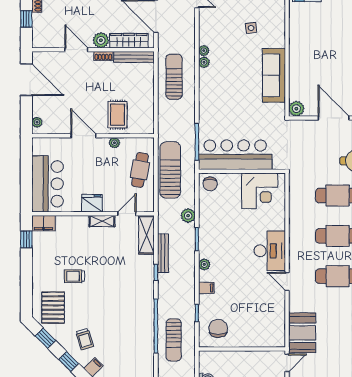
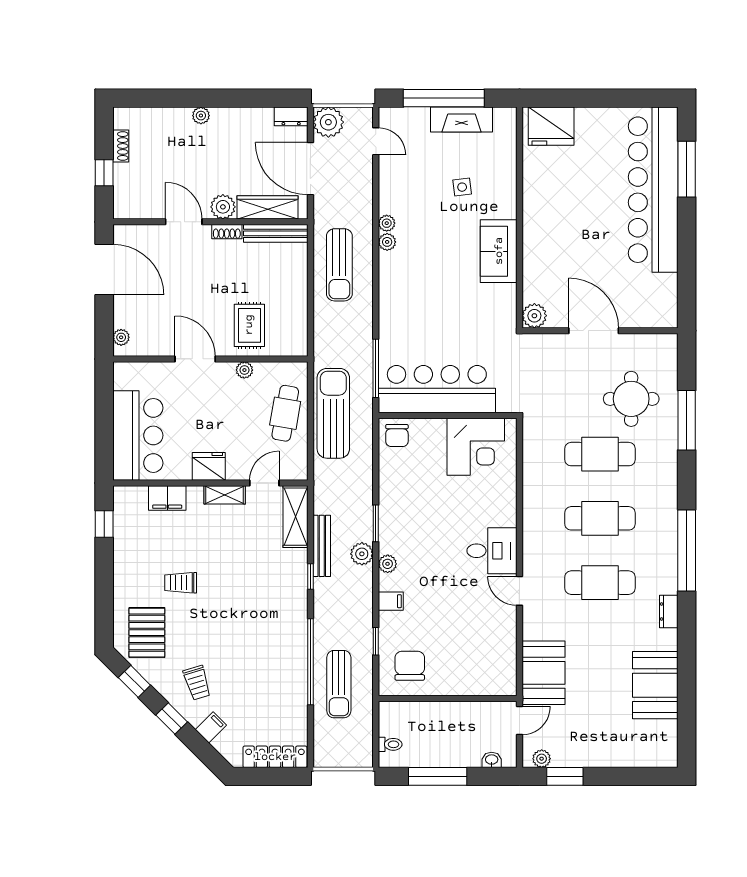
sofa: (274, 75) -> (499, 251), width x0.73
sun lounger: (174, 77) -> (339, 265), turned 180
plant: (188, 216) -> (362, 554), moved
filing cabinet: (43, 223) -> (167, 498), moved
desk: (270, 251) -> (492, 551), width x0.73

